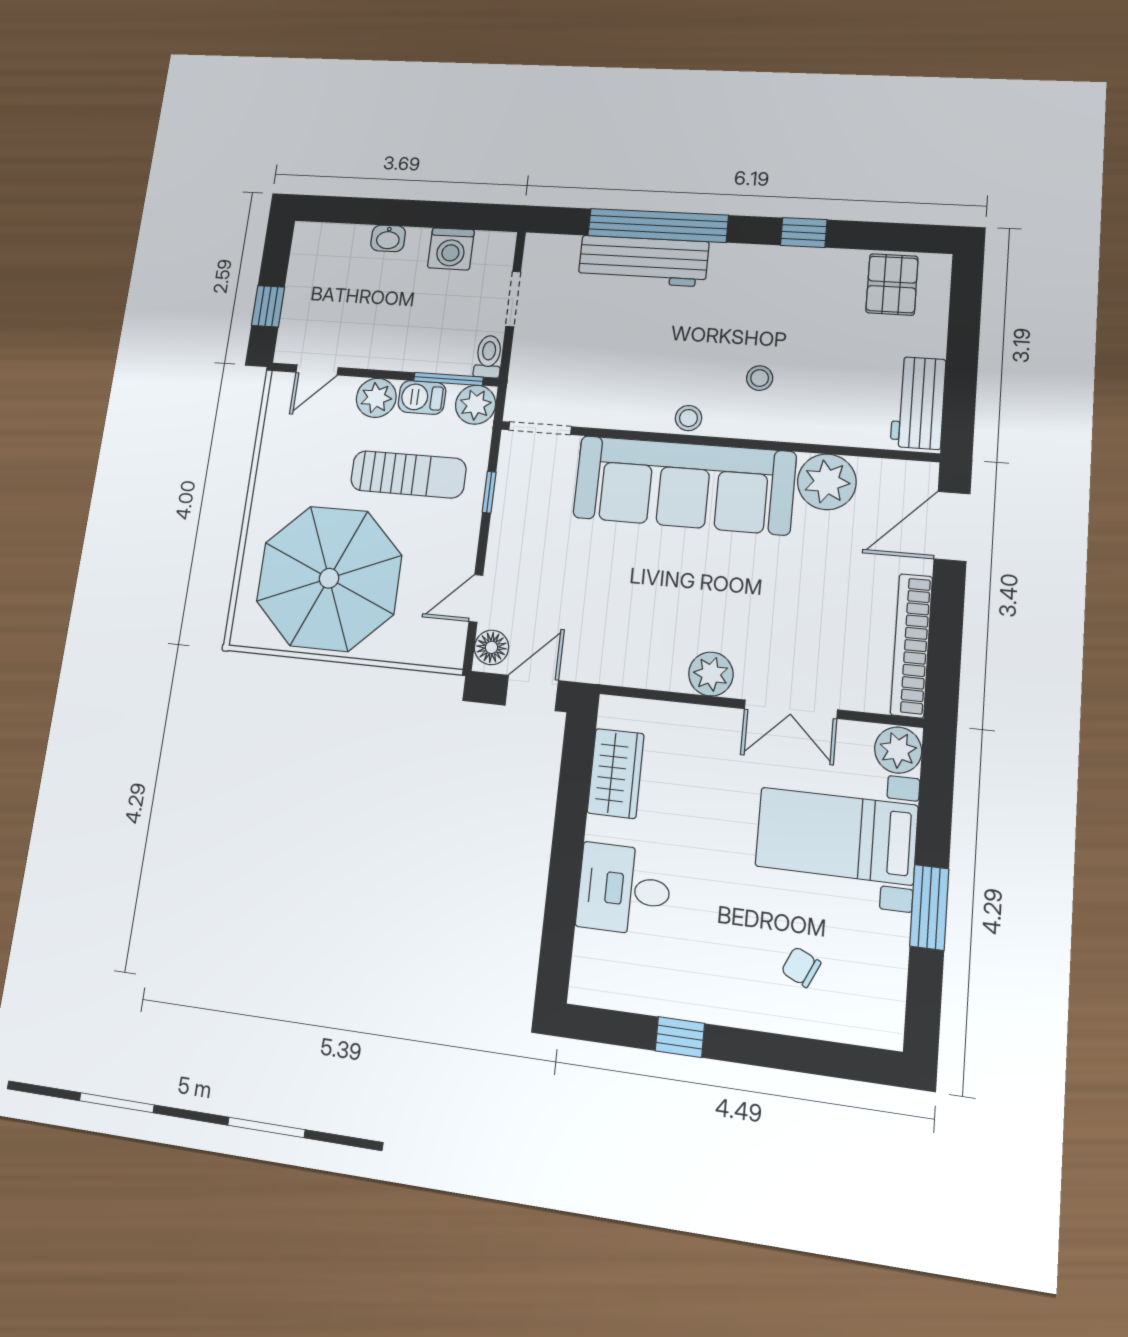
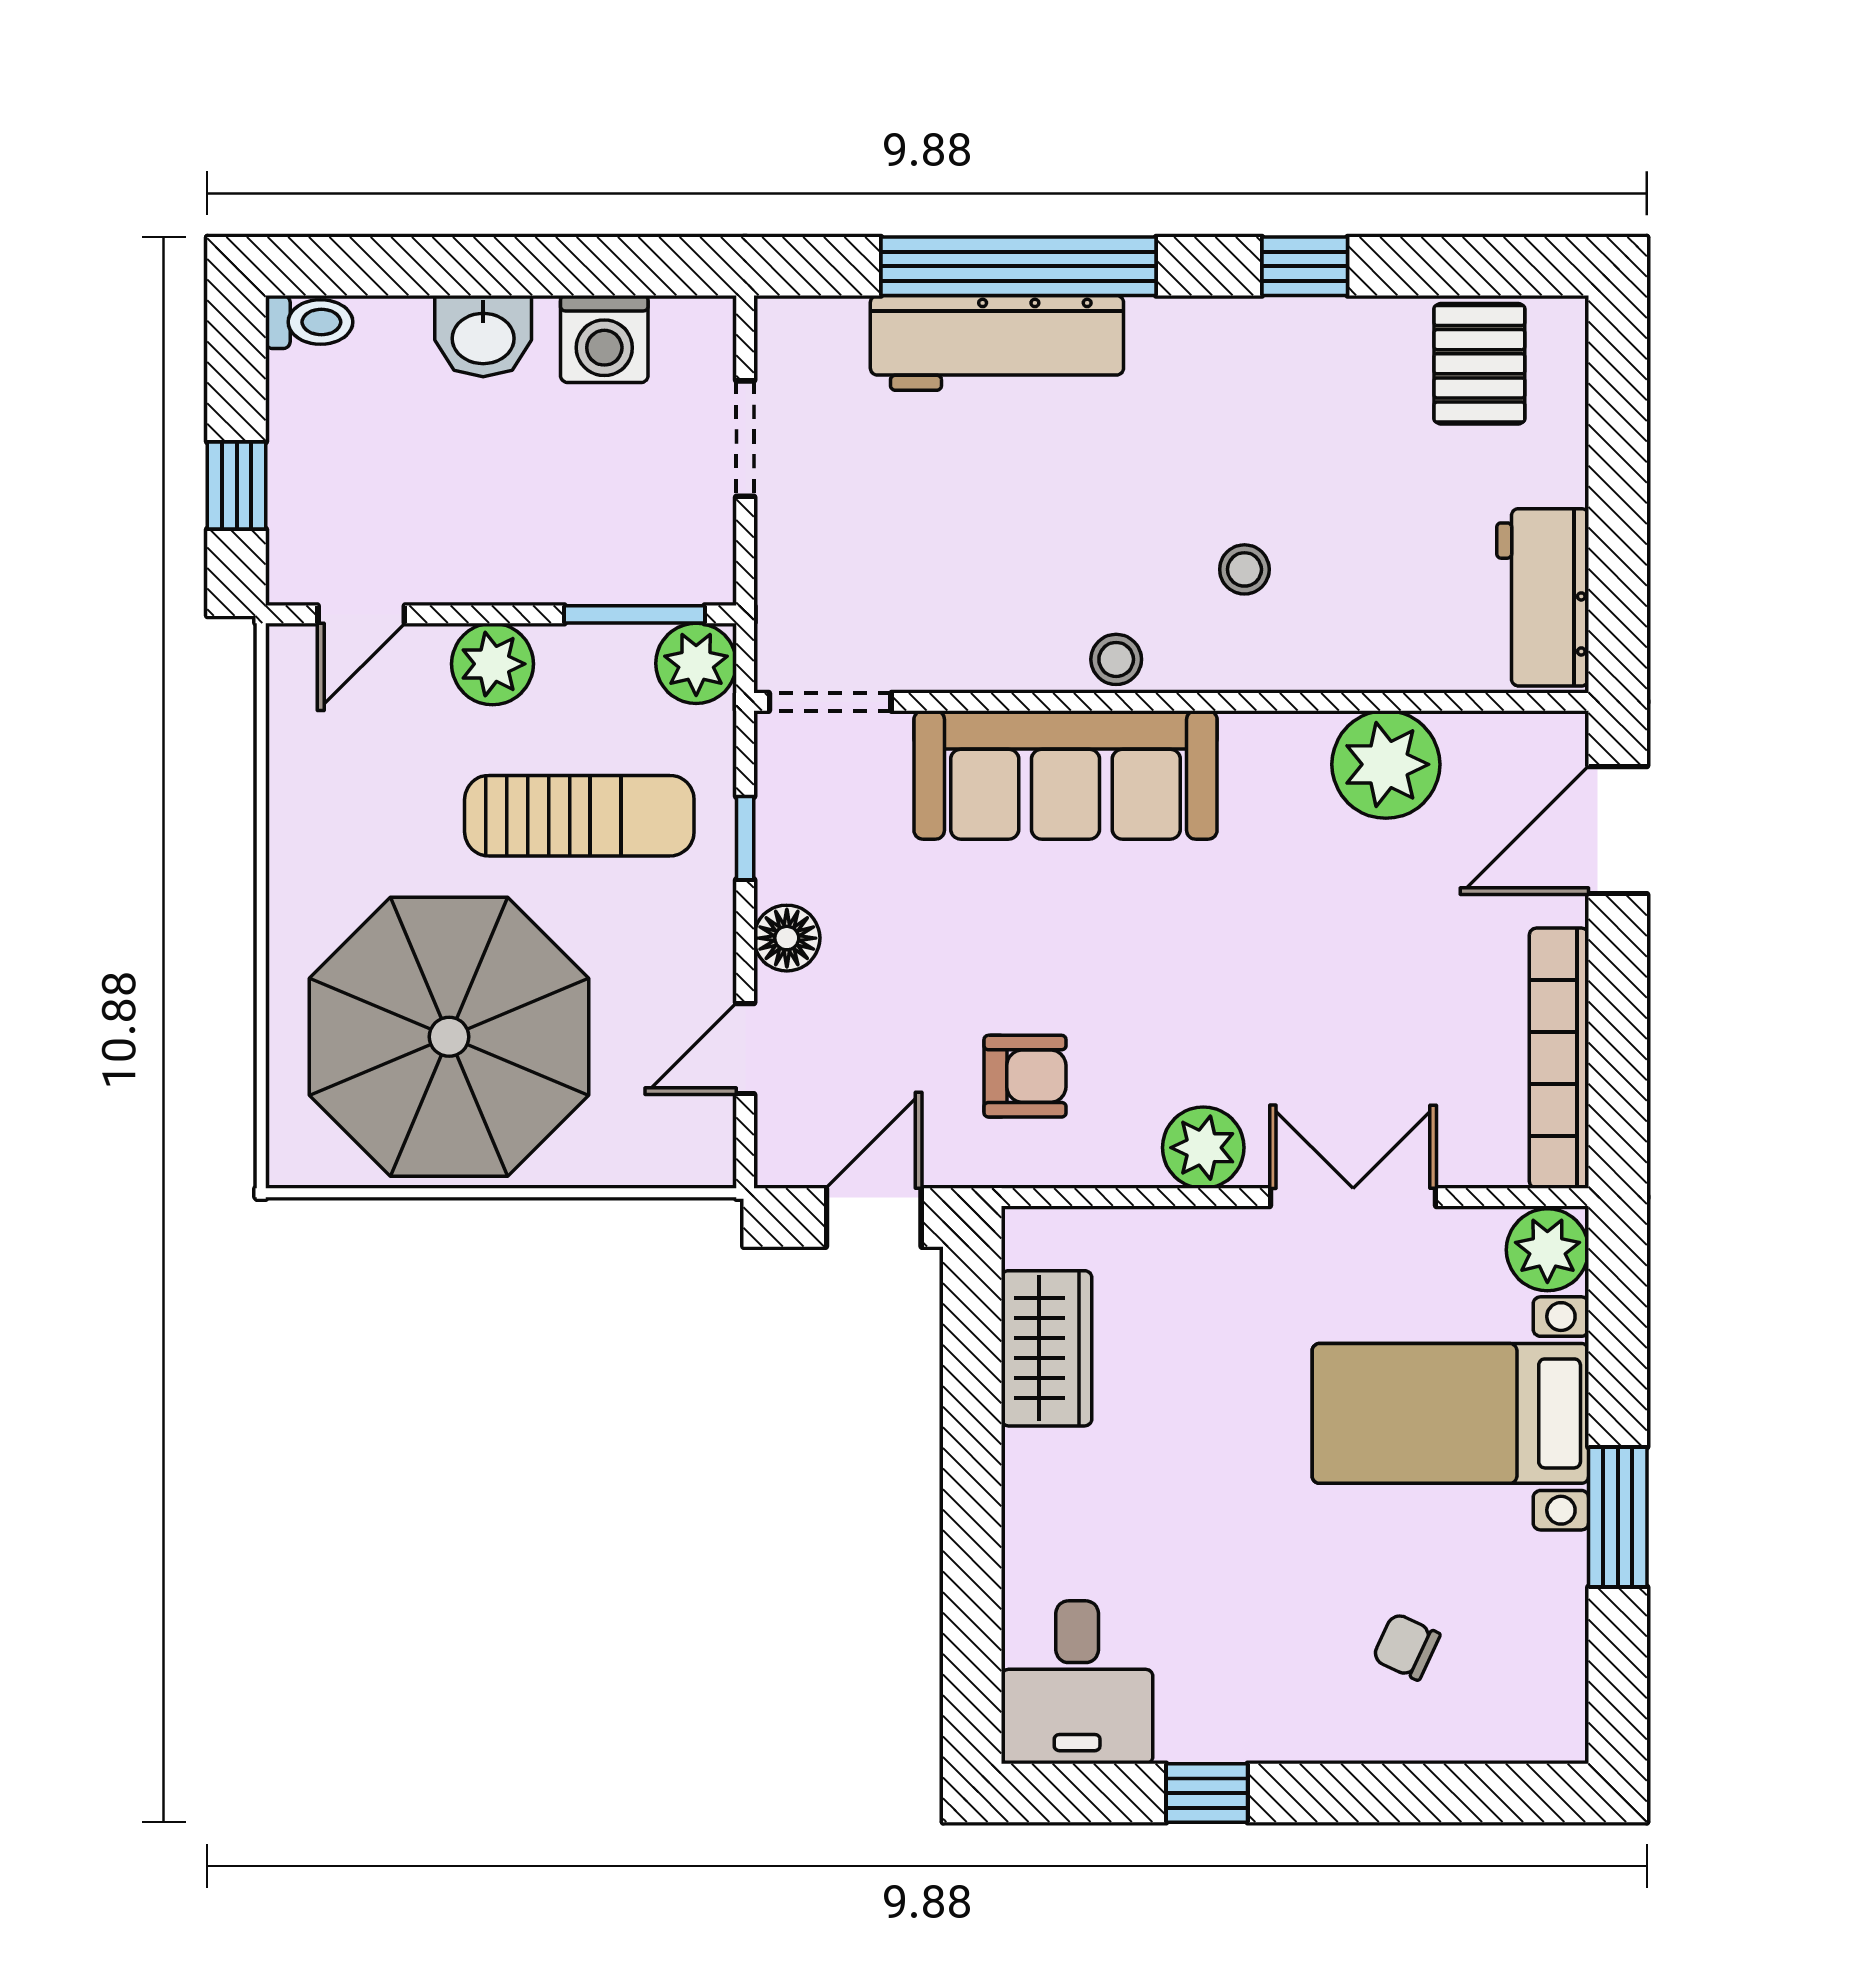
washbasin: (388, 238) -> (483, 336), width x1.38, depth x1.45
toilet: (488, 356) -> (309, 322), moved, turned 90
barbecue: (422, 397) -> (586, 656), removed
sofa: (684, 485) -> (1066, 775), width x0.74, depth x0.79
armchair: (619, 627) -> (1025, 1076), added
floor lamp: (491, 647) -> (787, 938), moved
double door: (791, 709) -> (1353, 1197), swing flipped
desk: (624, 889) -> (1077, 1682), moved, turned -90

